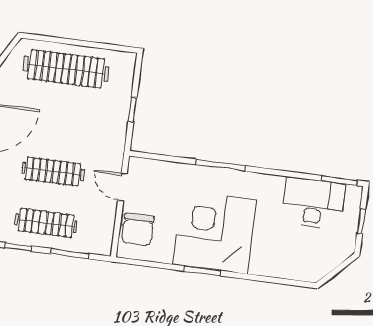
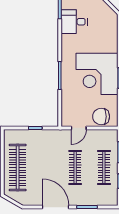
desk: (313, 203) -> (74, 22), width x0.73
chair: (138, 230) -> (101, 117), turned 180

